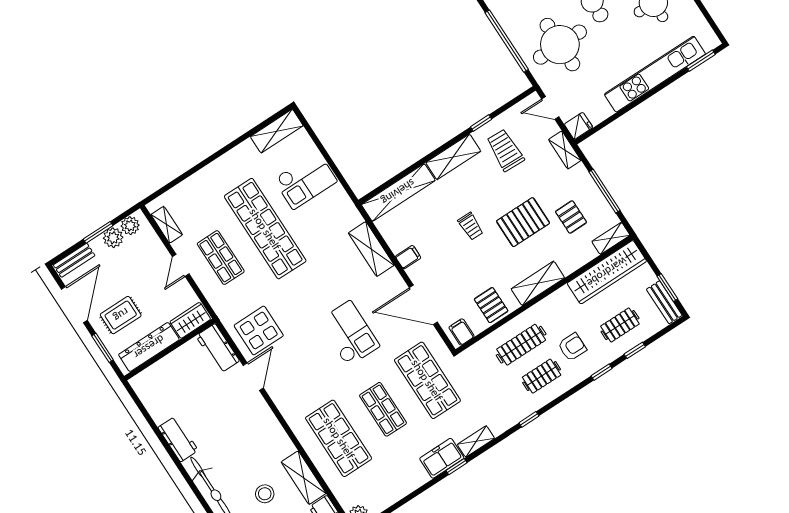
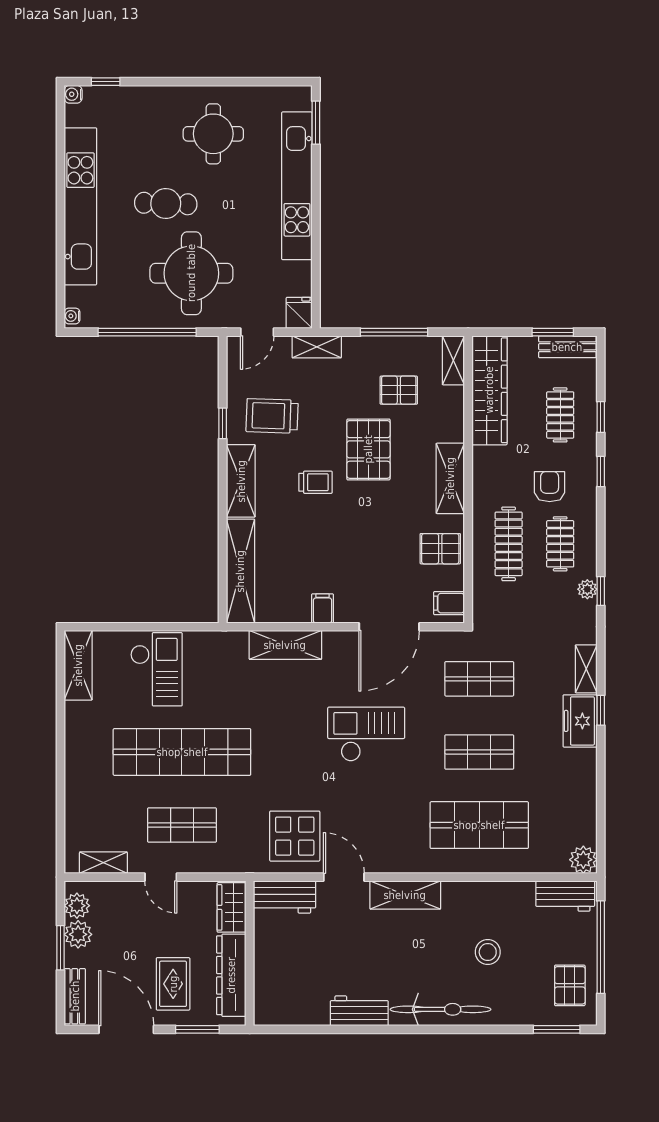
trolley: (471, 226) -> (316, 482), moved
shop shelf: (427, 380) -> (479, 679), width x0.70, depth x0.74
plant: (525, 411) -> (587, 589), added
shelving: (304, 478) -> (405, 895), moved

